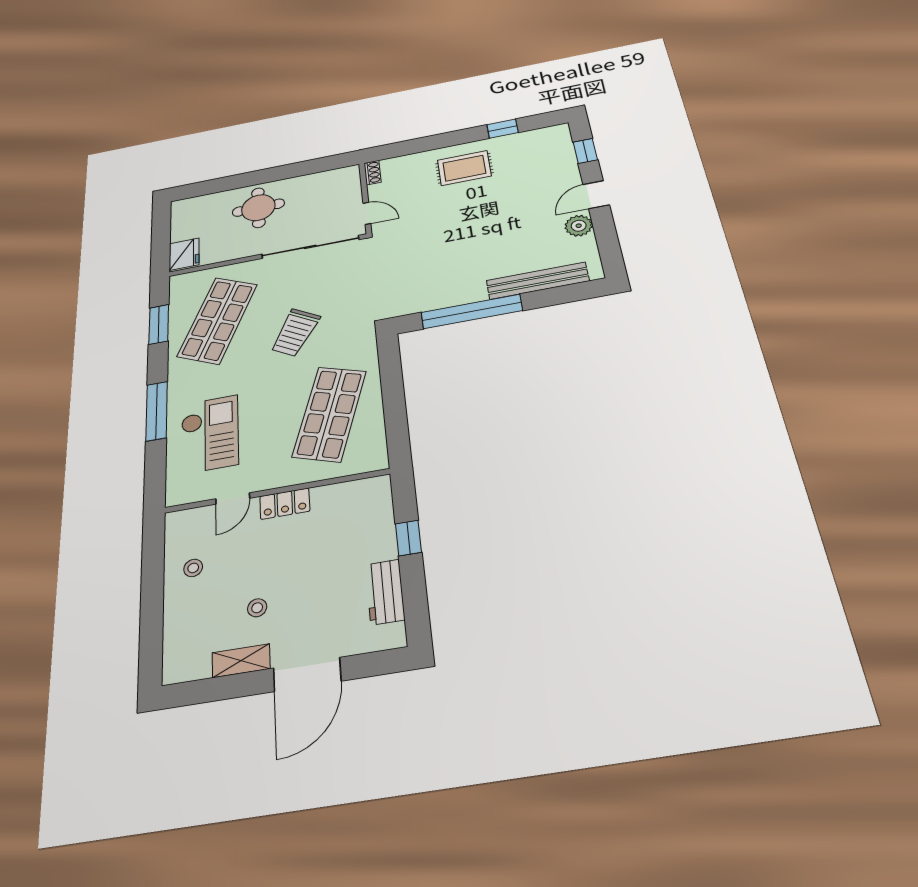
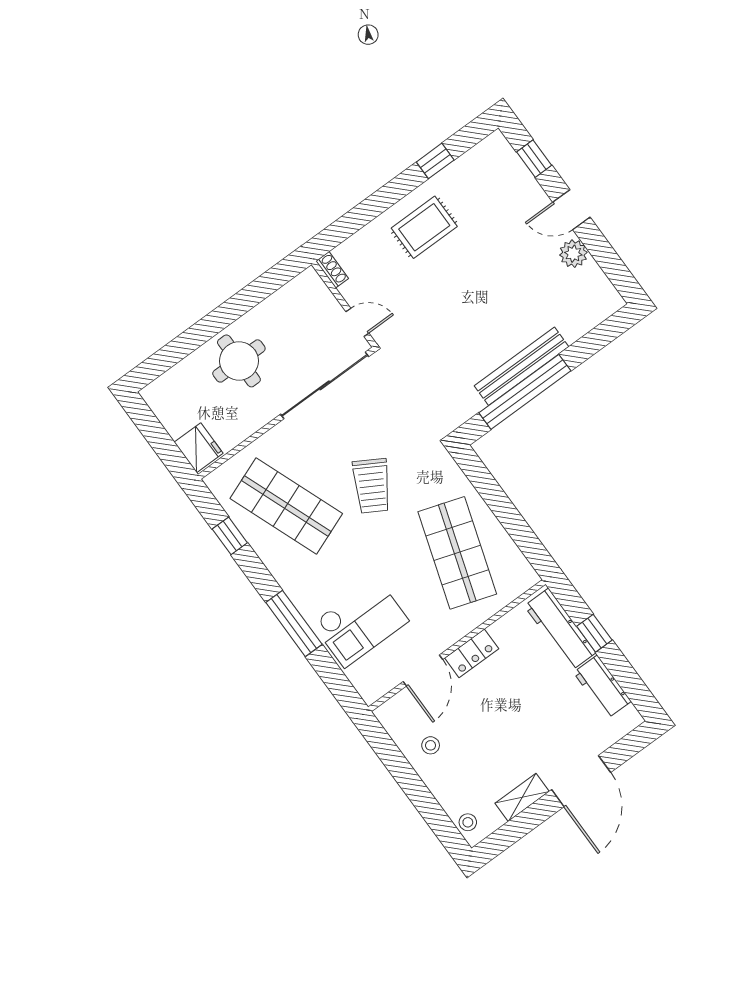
door: (596, 195) -> (571, 210), hinge flipped
bench: (538, 281) -> (521, 366), moved
shop shelf: (217, 320) -> (286, 506), turned -45
window: (159, 324) -> (230, 536), width x0.67
checkout: (210, 434) -> (360, 622), turned 90
door: (233, 499) -> (423, 671), width x1.38
workbench: (378, 520) -> (560, 629), added
stool: (257, 608) -> (468, 822), moved

